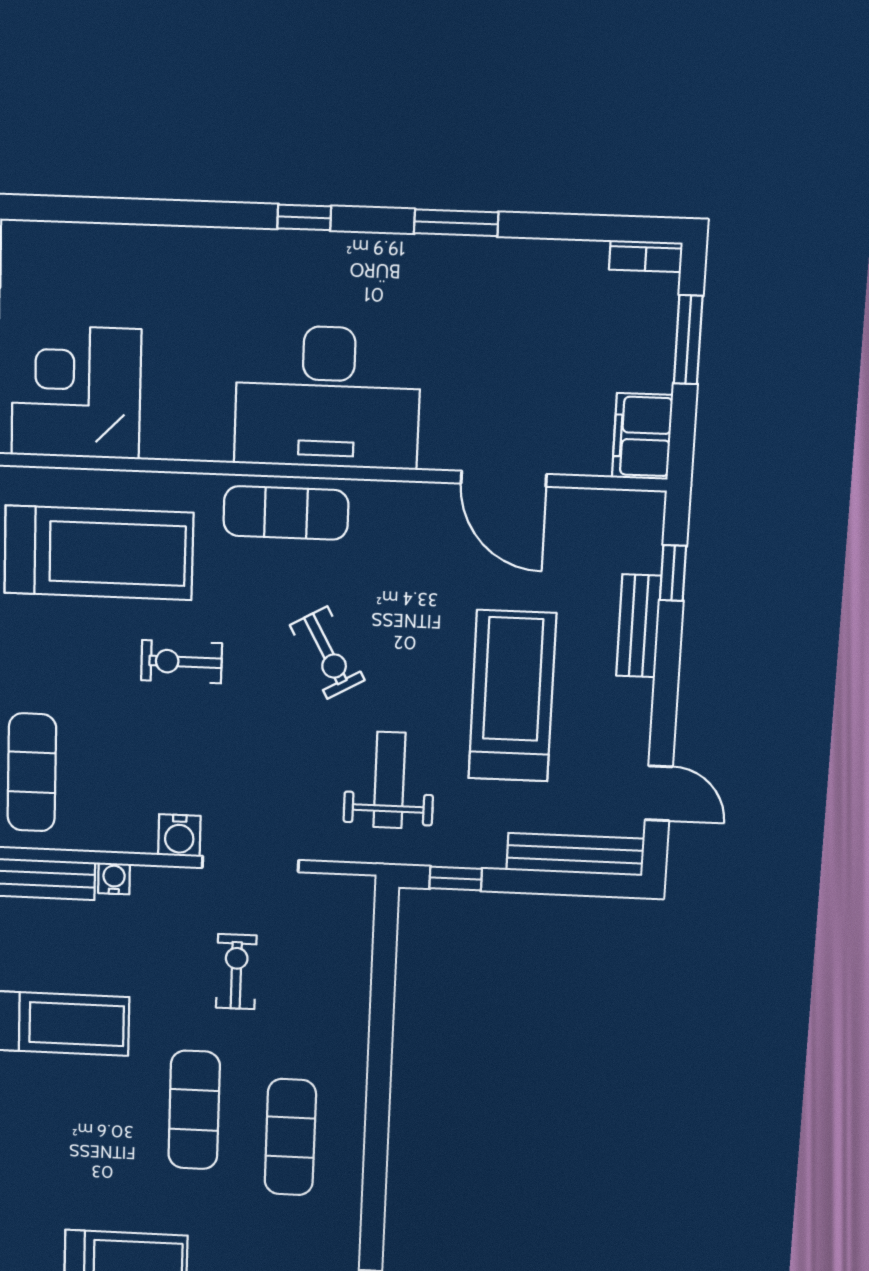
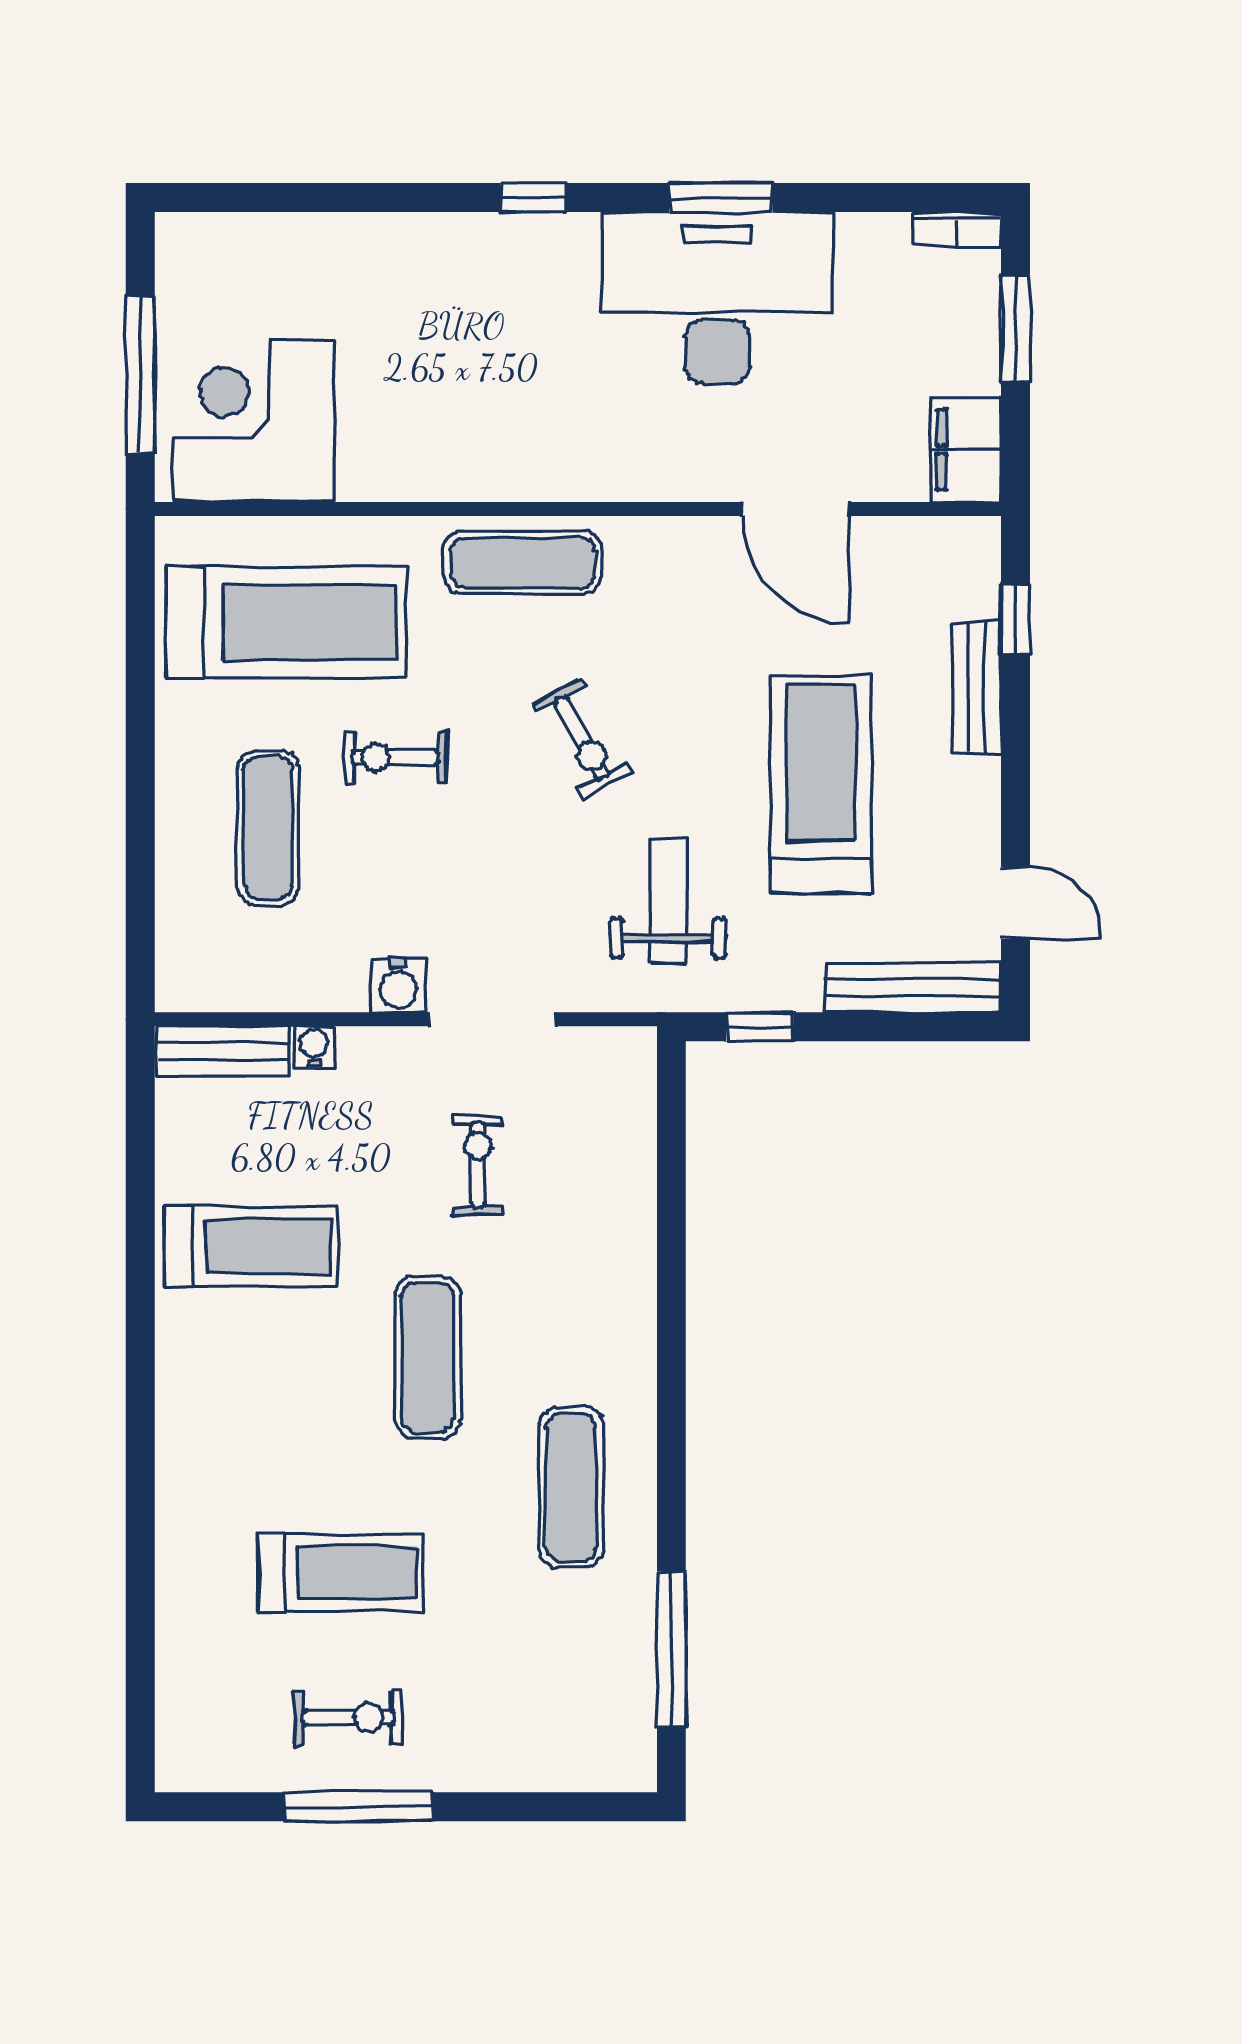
desk: (328, 397) -> (717, 298), moved, turned 180
exercise mat: (32, 772) -> (268, 827), moved
exercise mat: (290, 1137) -> (571, 1487), moved

